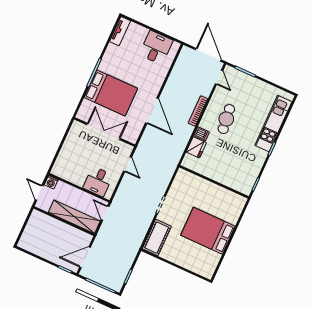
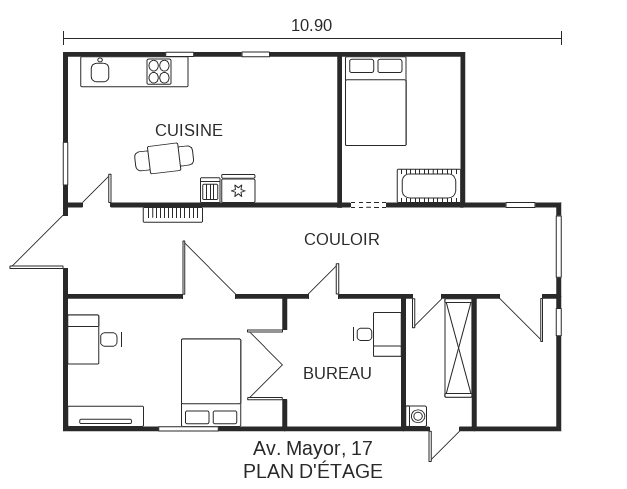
tv unit: (120, 31) -> (106, 416), width x1.41
door: (152, 111) -> (209, 296), hinge flipped
wall: (214, 182) -> (340, 130), moved

